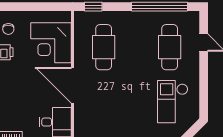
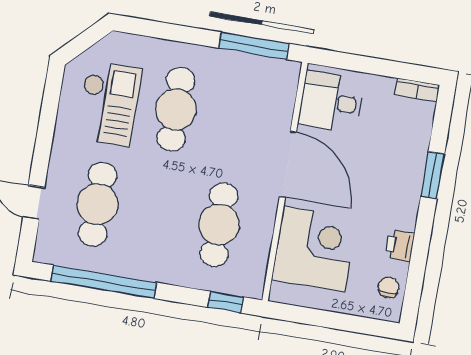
cafe table: (137, 104) -> (176, 109), added

